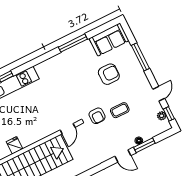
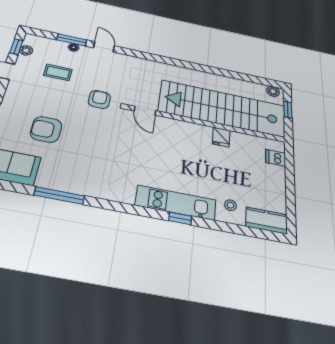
coffee table: (120, 110) -> (58, 72), moved
door: (68, 129) -> (145, 111), swing flipped

